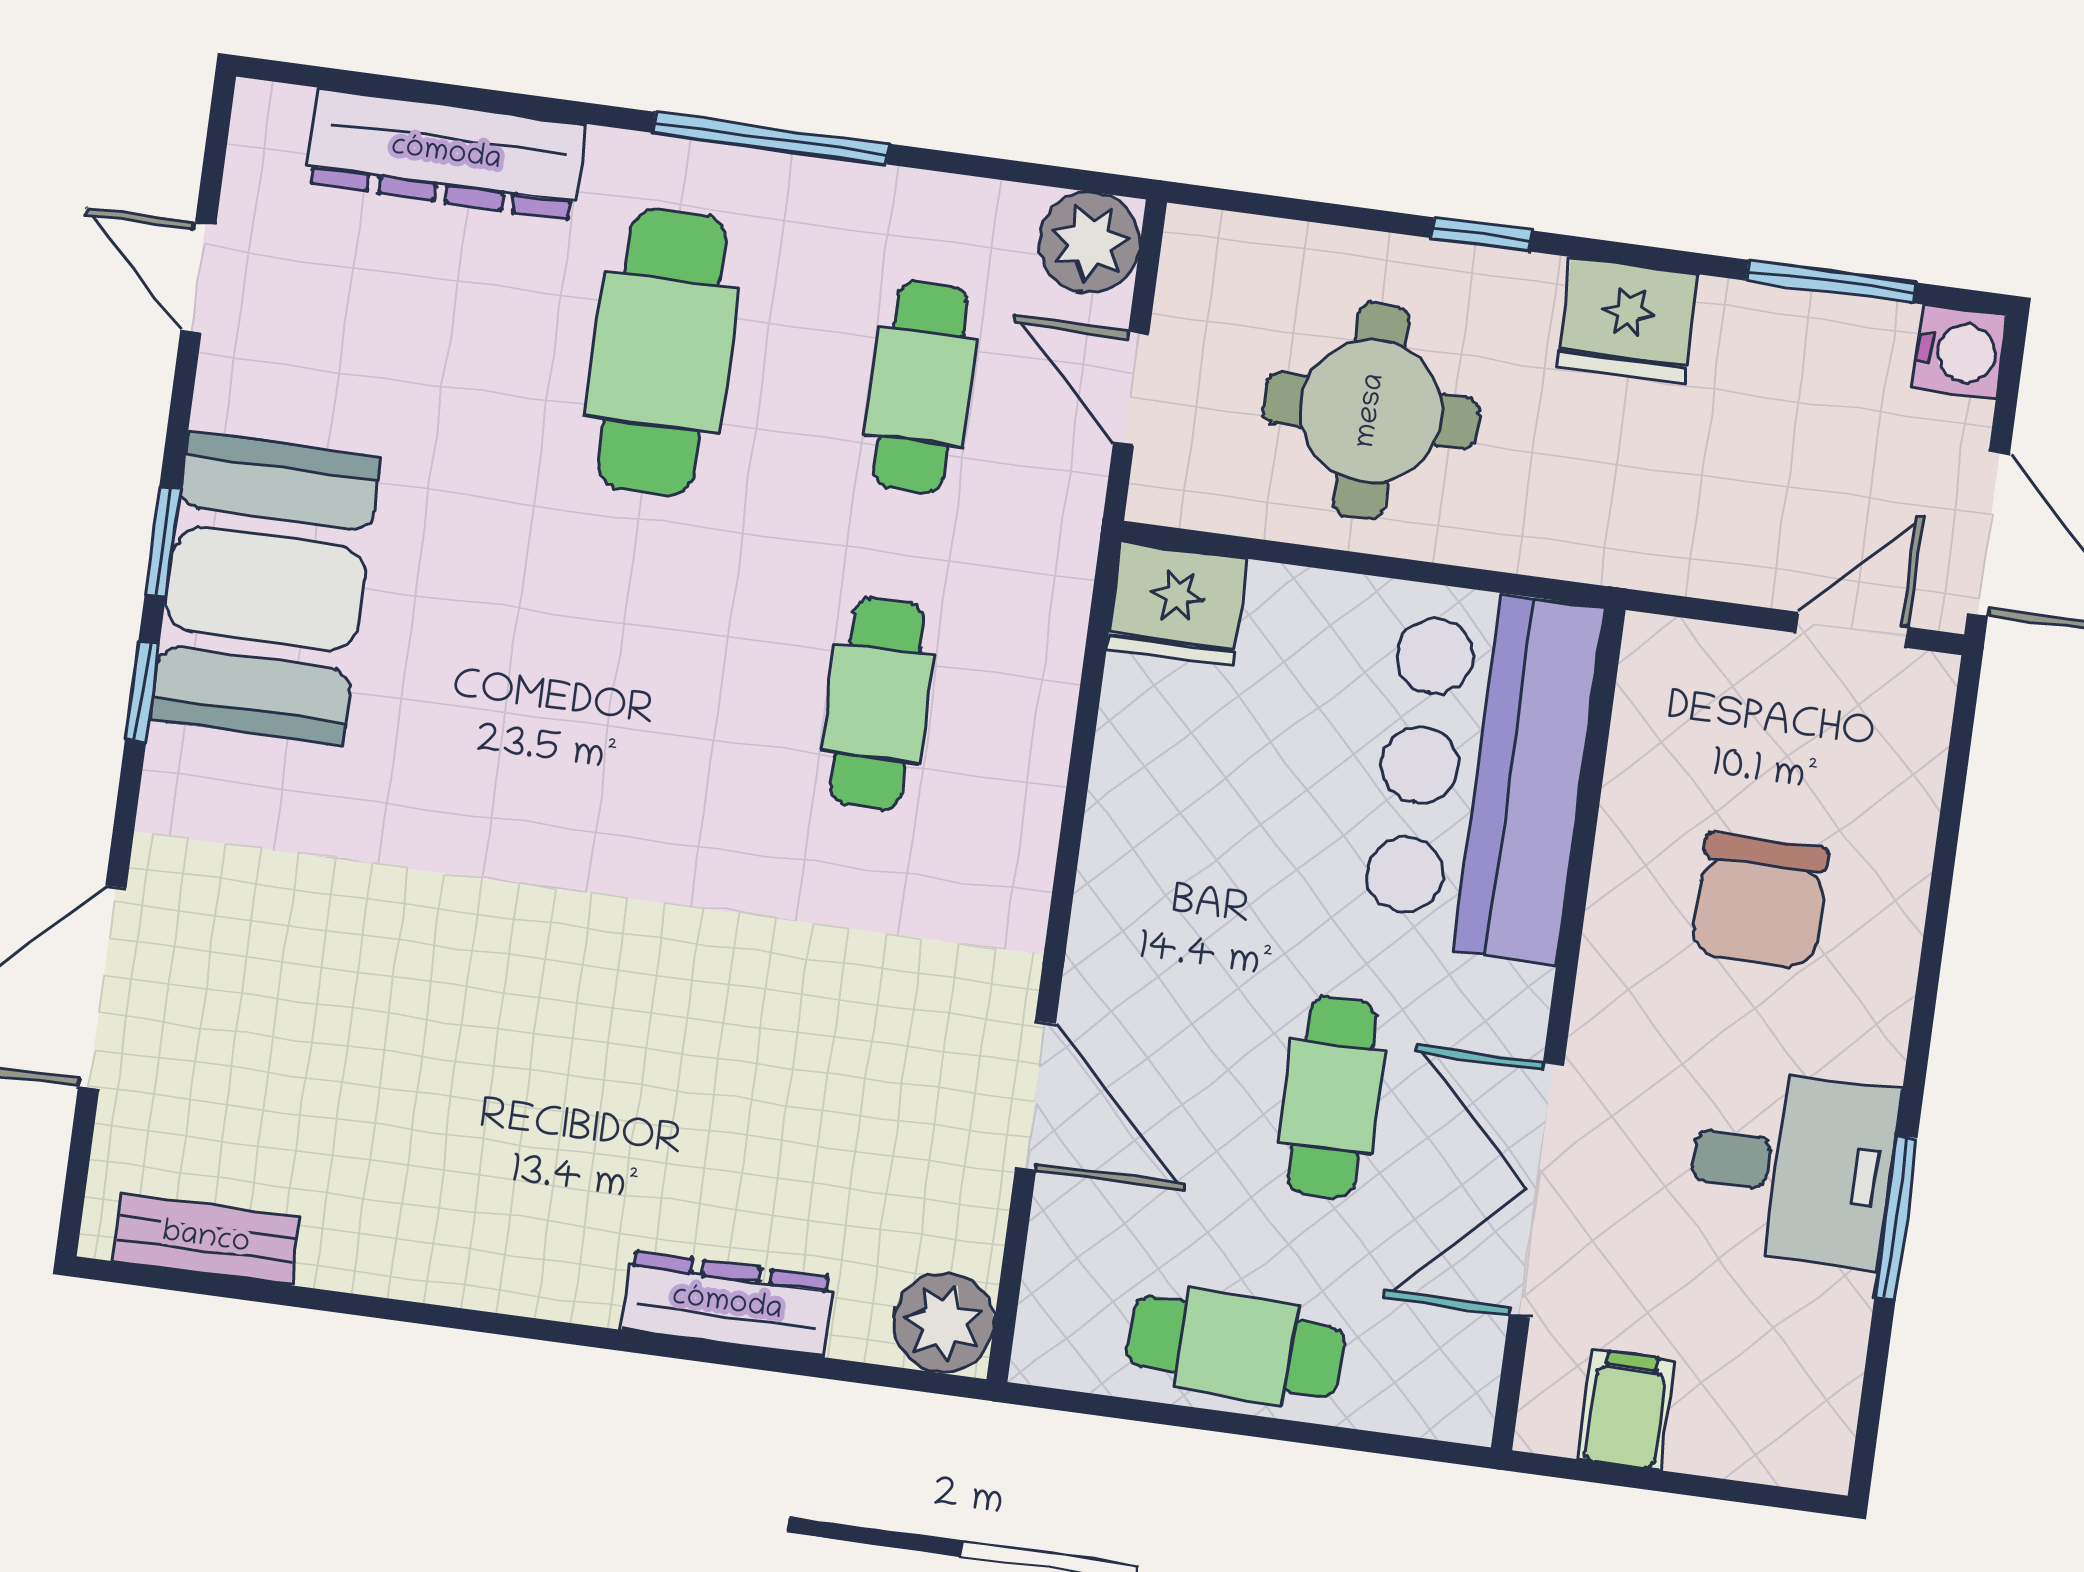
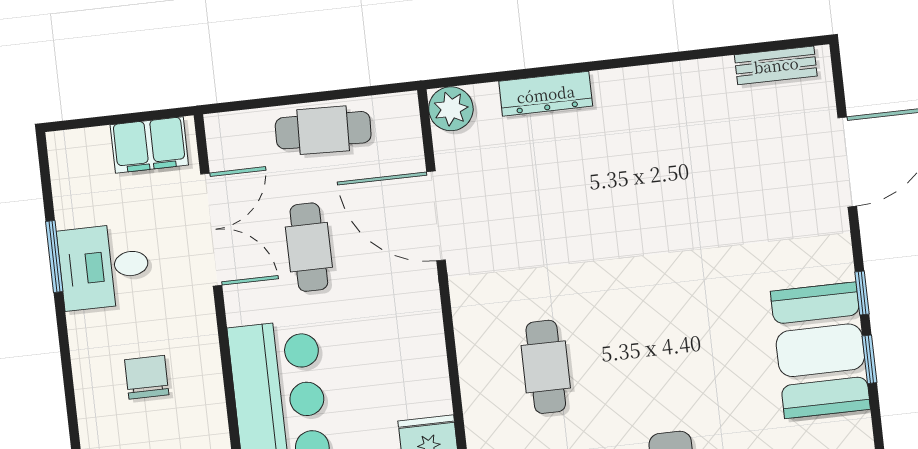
chair: (1760, 901) -> (147, 377), width x0.73, depth x0.73
door: (1035, 1096) -> (436, 216), width x1.36
filing cabinet: (1626, 1410) -> (149, 145), width x2.00

